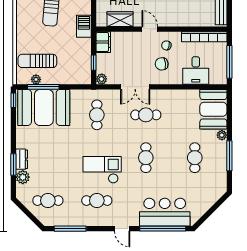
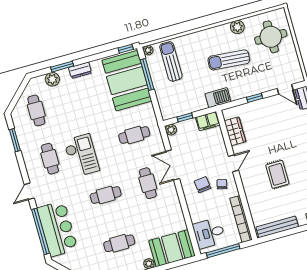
desk: (196, 70) -> (209, 233), moved
plant: (36, 79) -> (148, 50), moved
dresser: (22, 159) -> (80, 70), moved
window: (70, 229) -> (15, 140), width x0.69

